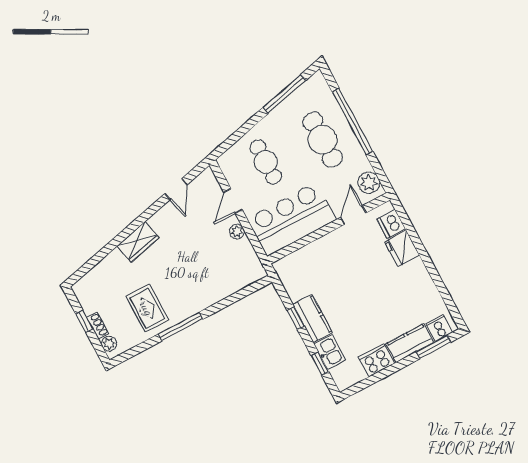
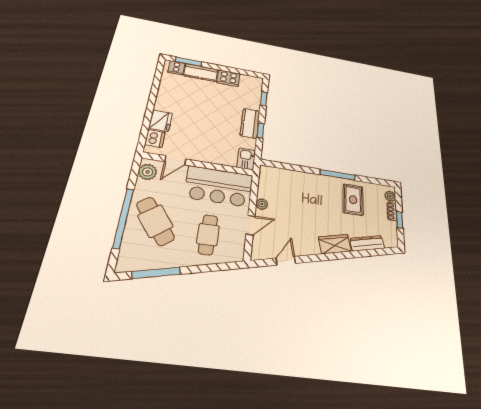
cafe table: (323, 140) -> (155, 221), turned -37
dresser: (105, 267) -> (367, 243), added
kitchen sink: (330, 352) -> (246, 159), moved

